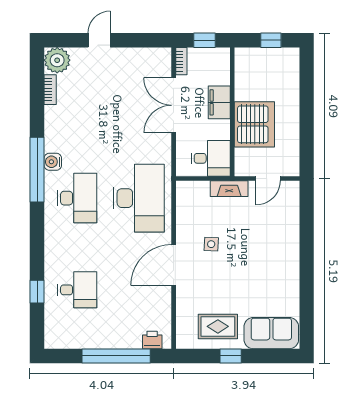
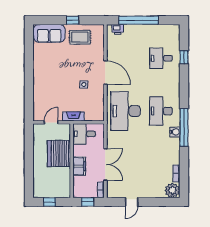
door: (99, 40) -> (132, 202), moved
door: (174, 265) -> (105, 73), hinge flipped

